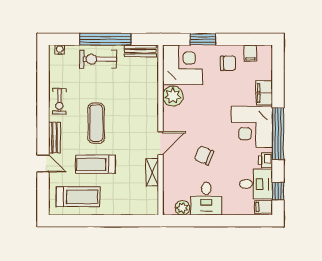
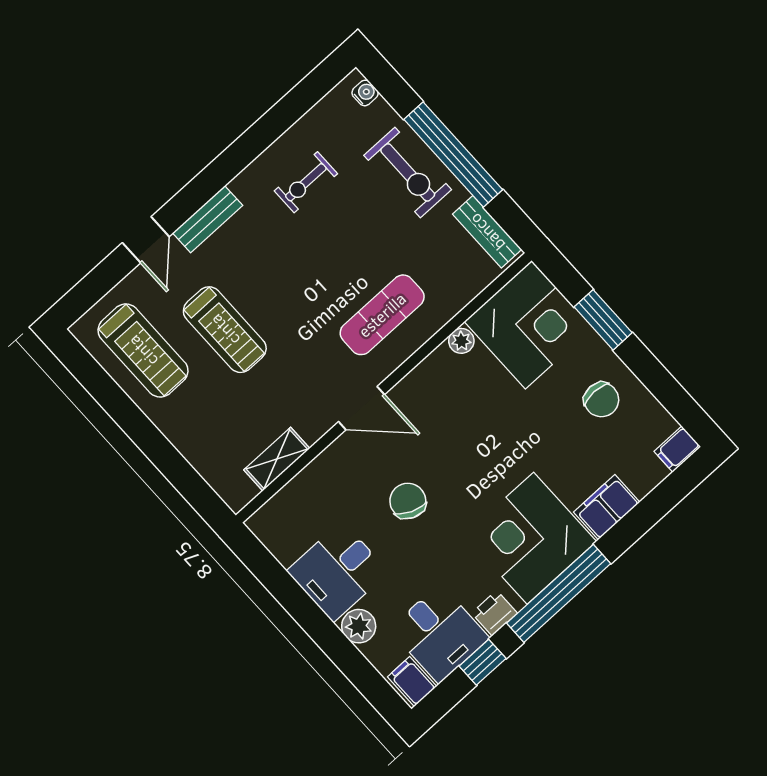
filing cabinet: (250, 53) -> (677, 449), moved
exercise bike: (98, 59) -> (408, 172), turned 180
plant: (173, 96) -> (461, 341), width x0.53, depth x0.53
exercise bike: (59, 101) -> (306, 182), moved
exercise mat: (96, 123) -> (382, 315), moved
treadmill: (95, 164) -> (225, 330), turned 180
shelving: (152, 172) -> (277, 459), moved
window: (278, 191) -> (483, 662), moved
plant: (182, 208) -> (359, 626), moved

